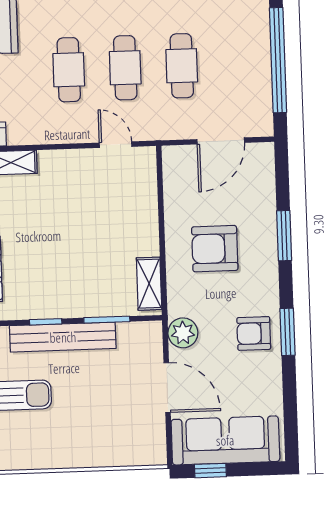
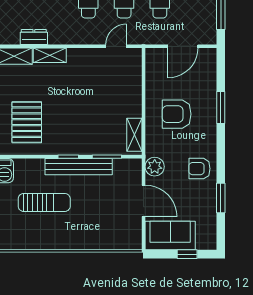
door: (116, 145) -> (116, 46), hinge flipped
window: (287, 332) -> (221, 198), moved
sofa: (225, 440) -> (170, 236), width x0.73
window: (210, 471) -> (187, 254), moved

